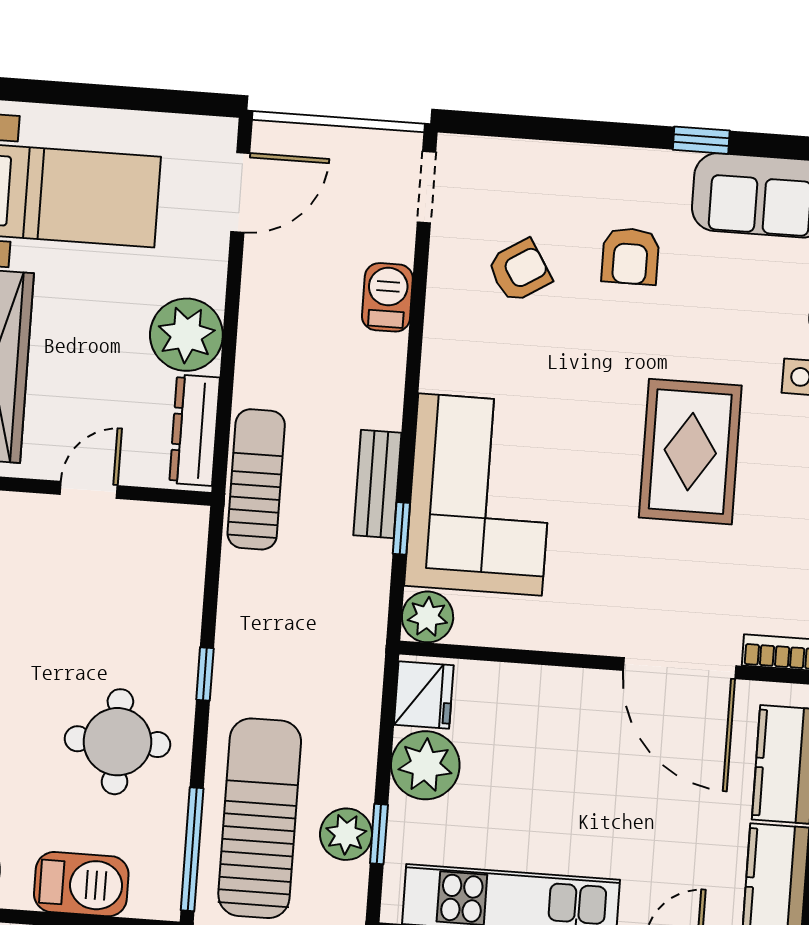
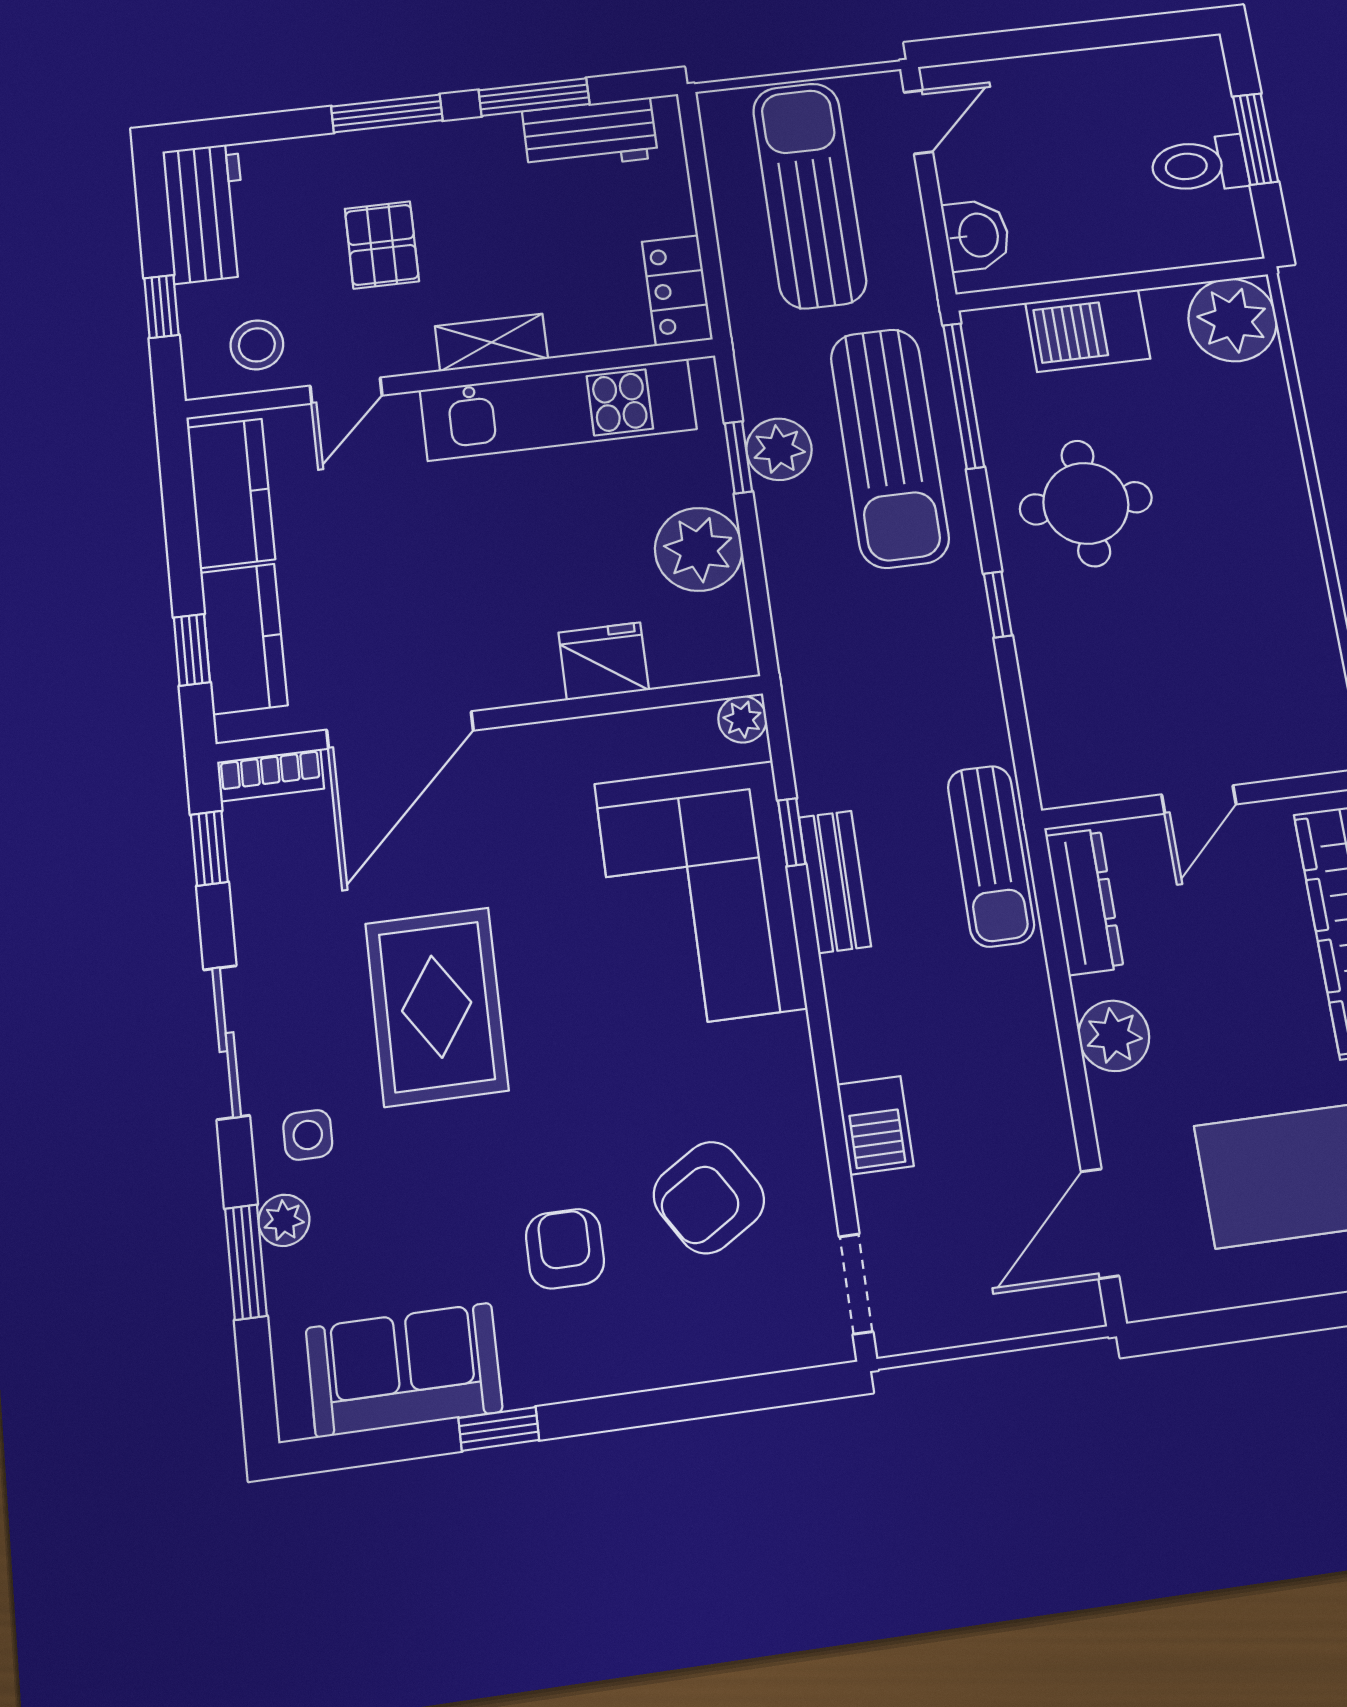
armchair: (519, 271) -> (709, 1198), width x1.38, depth x1.38
plant: (186, 335) -> (1114, 1036), width x0.73, depth x0.73
plant: (428, 617) -> (742, 719), width x0.73, depth x0.73
door: (680, 668) -> (400, 730), swing flipped
fridge: (424, 695) -> (604, 661), moved, turned 90

